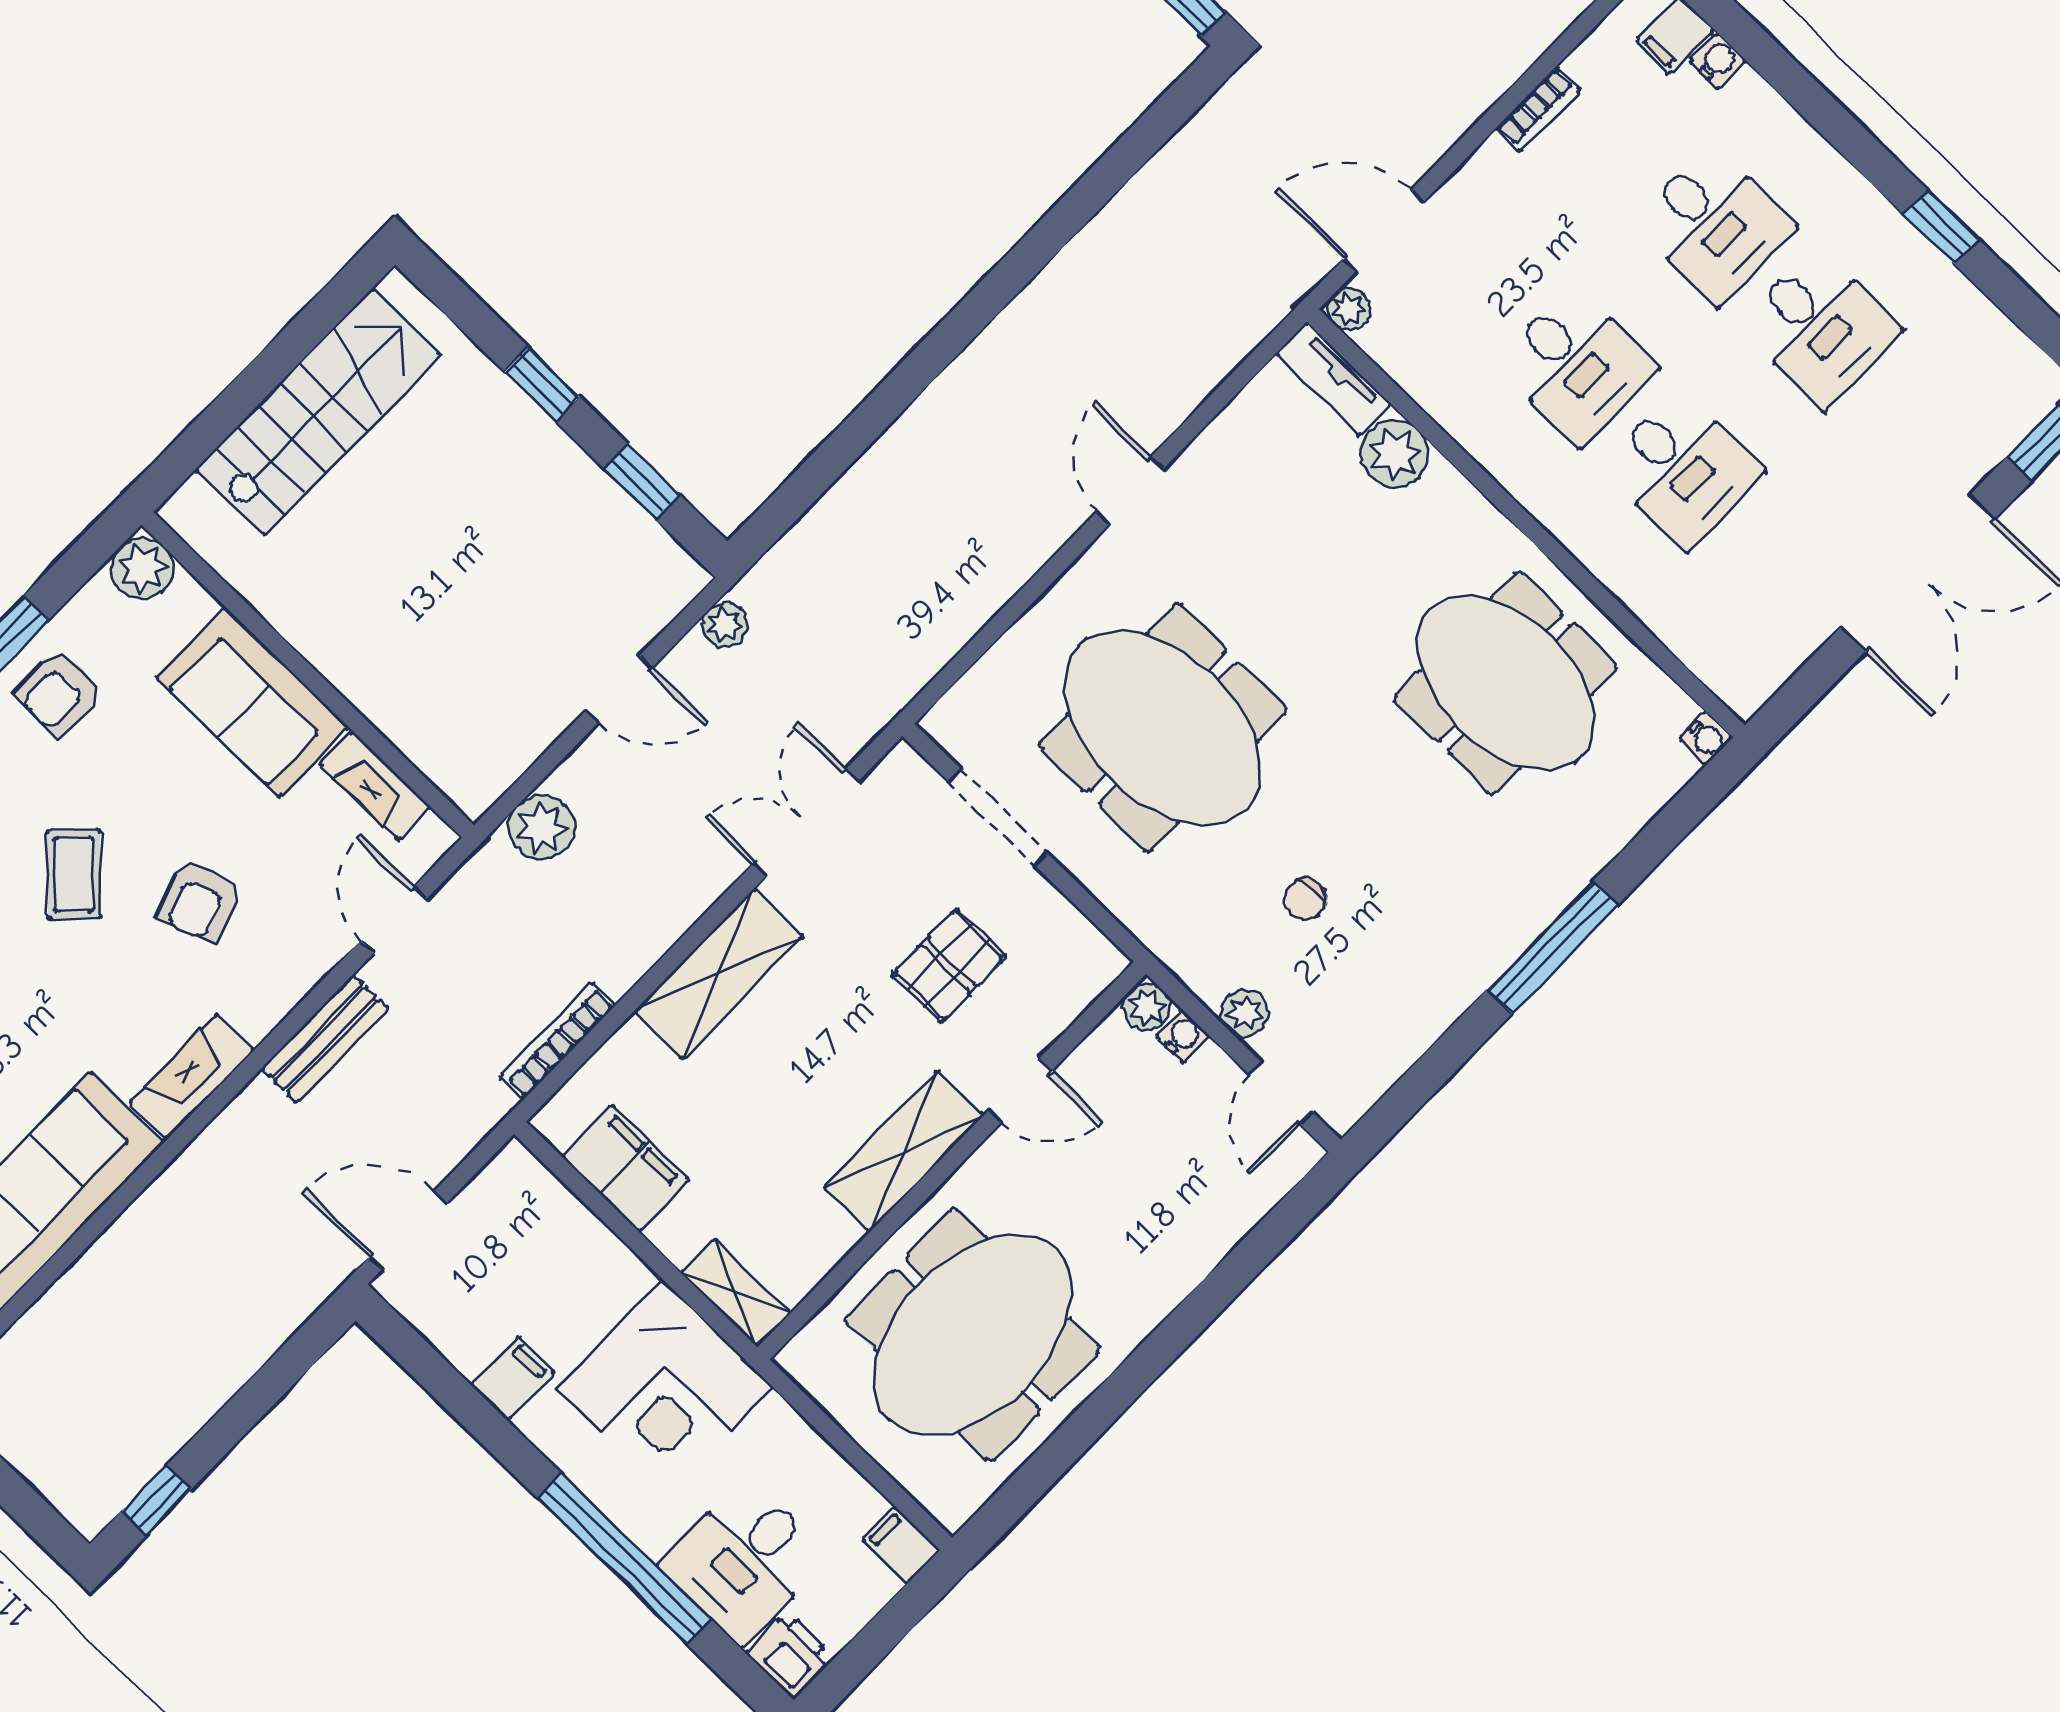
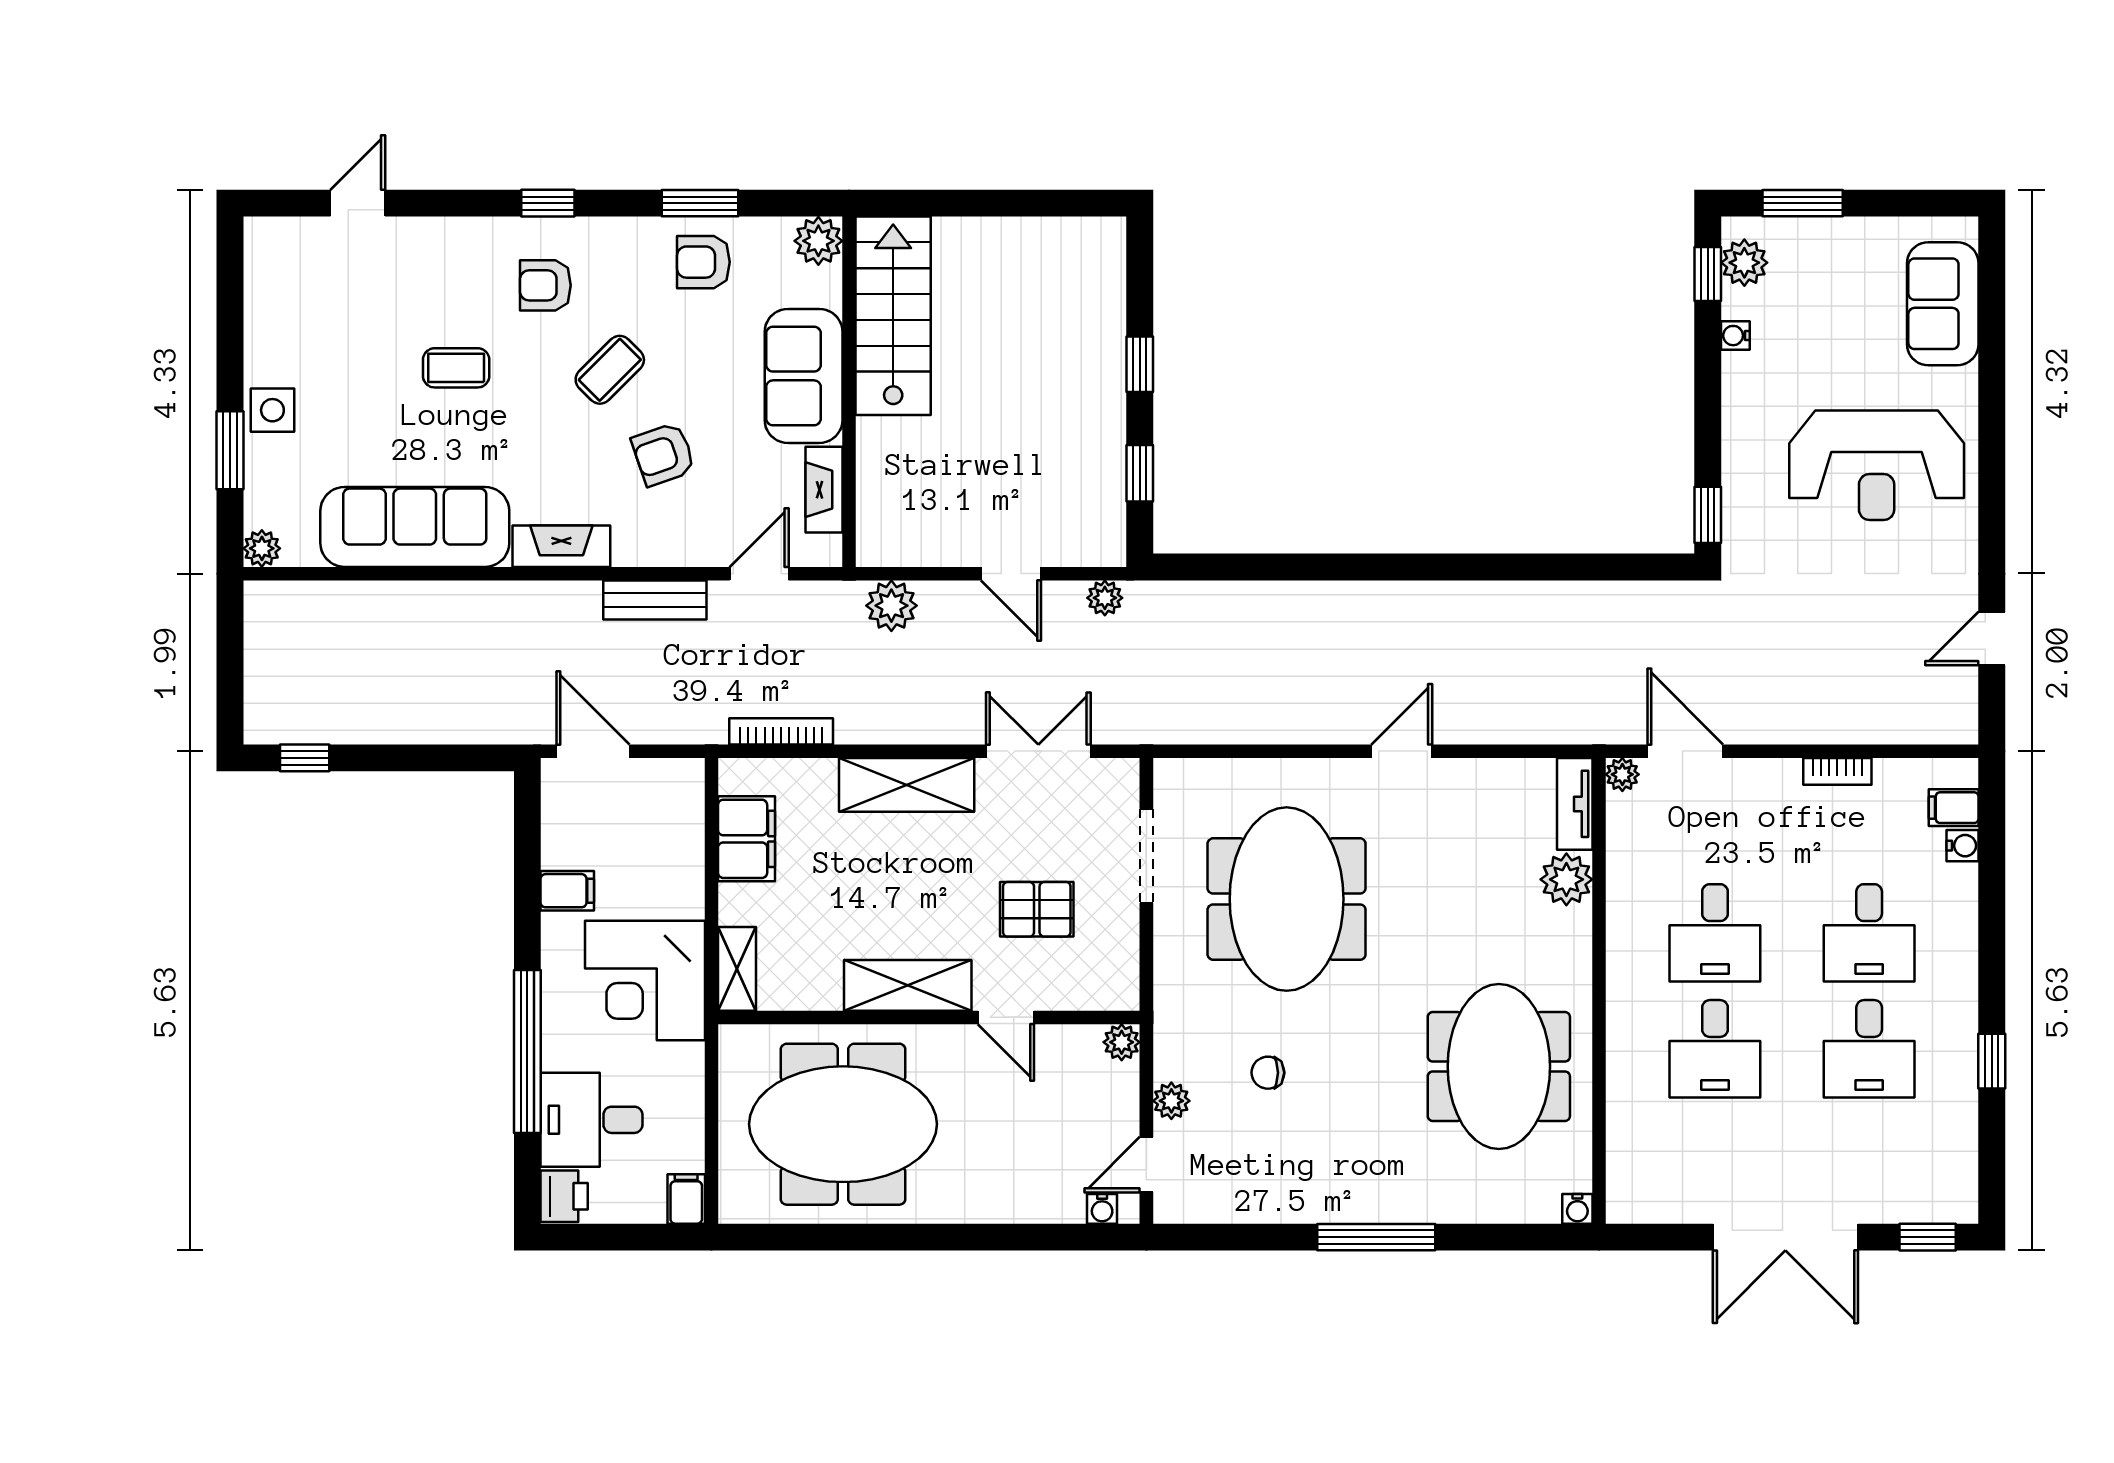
stairs: (318, 412) -> (893, 316), moved, turned -90
water cooler: (1183, 1036) -> (1102, 1209), moved, turned 90

